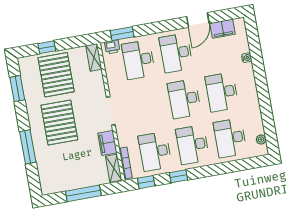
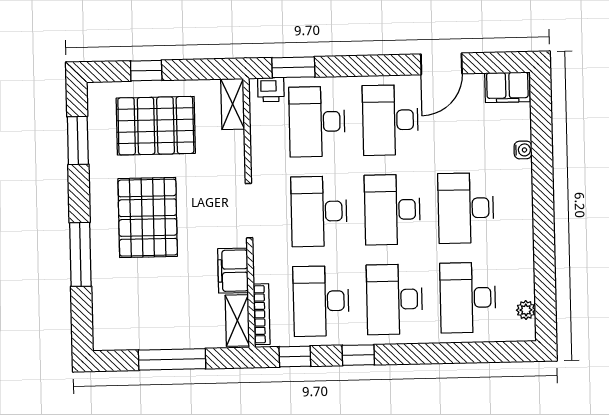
filing cabinet: (223, 29) -> (507, 87), moved
pallet: (56, 75) -> (156, 126), turned 90
desk: (147, 106) -> (319, 211), added

